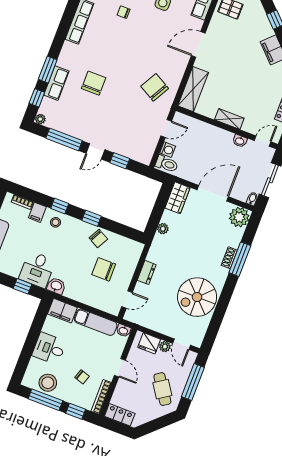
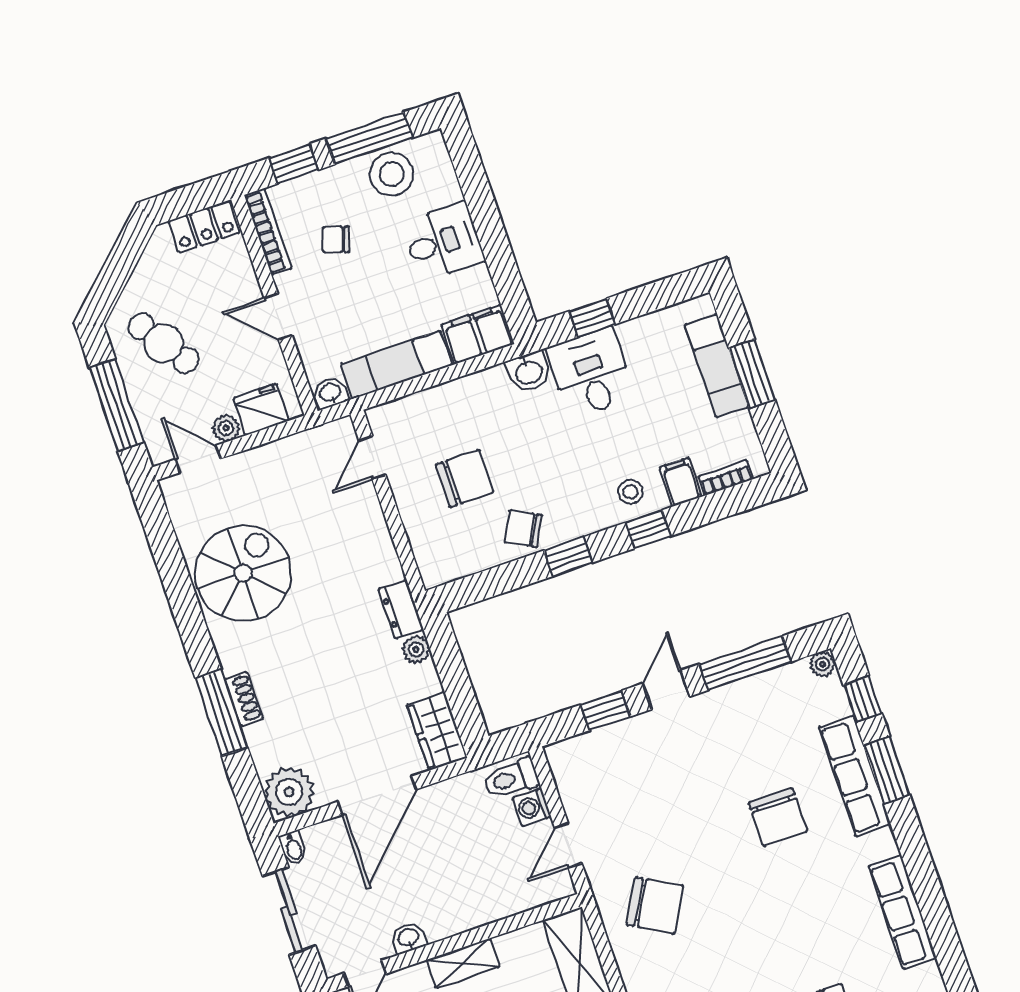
row of seats: (56, 83) -> (855, 776), width x1.48
dresser: (147, 272) -> (401, 609), moved

